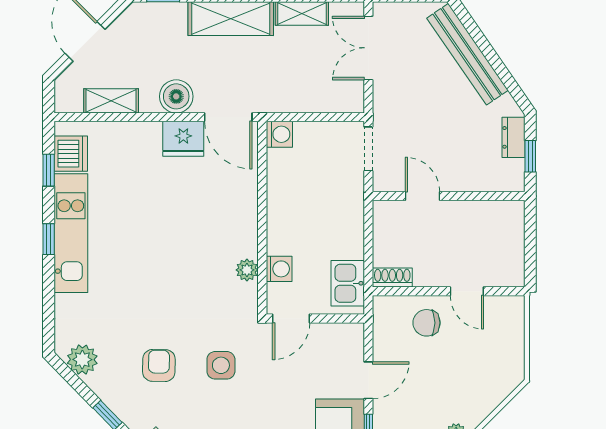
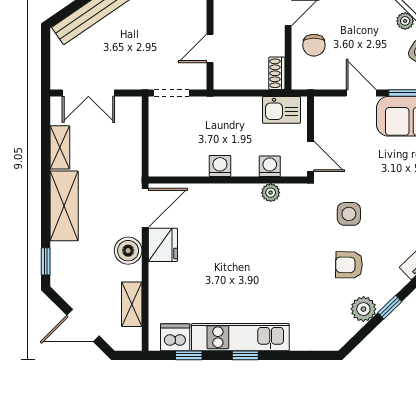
washing machine: (279, 134) -> (220, 166), moved
plant: (82, 360) -> (363, 309), moved

